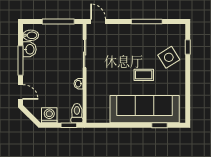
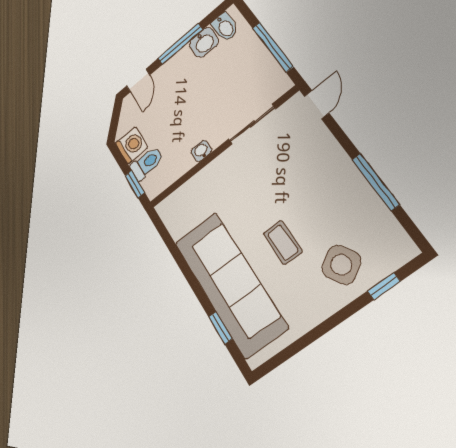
toilet: (77, 113) -> (147, 163), moved

